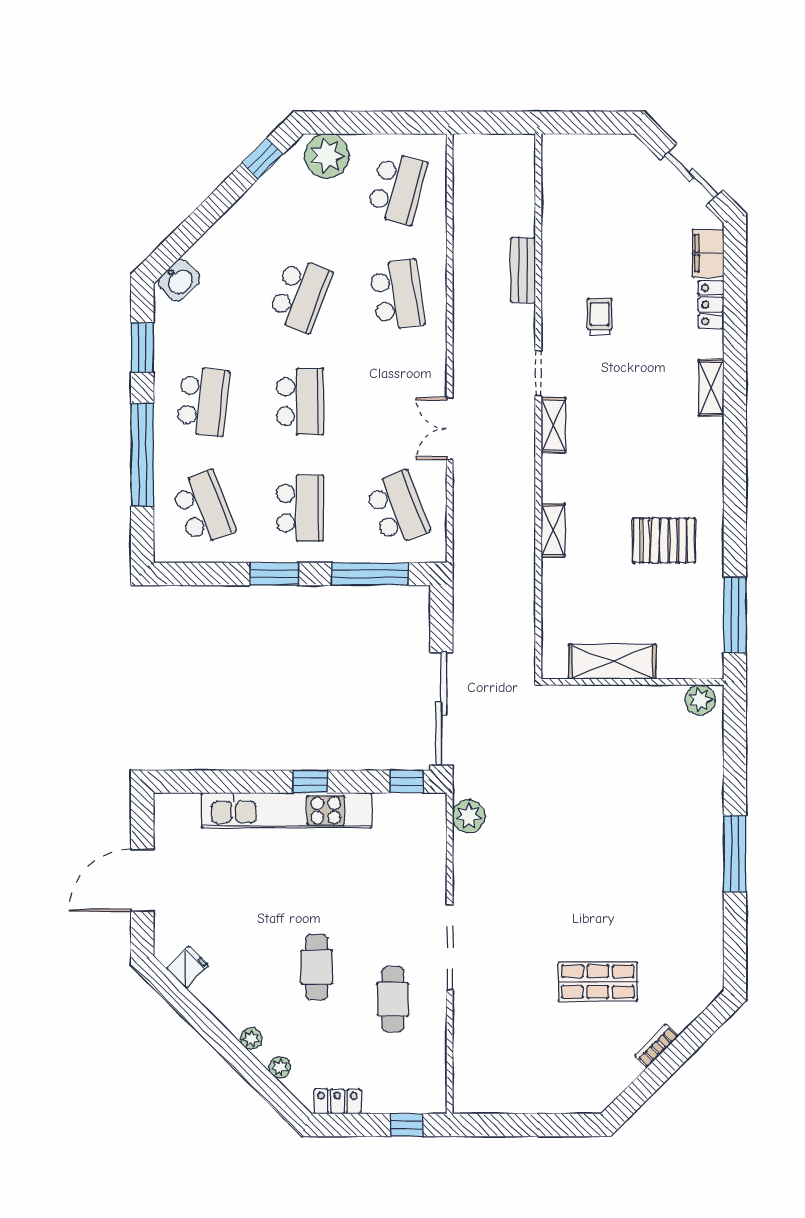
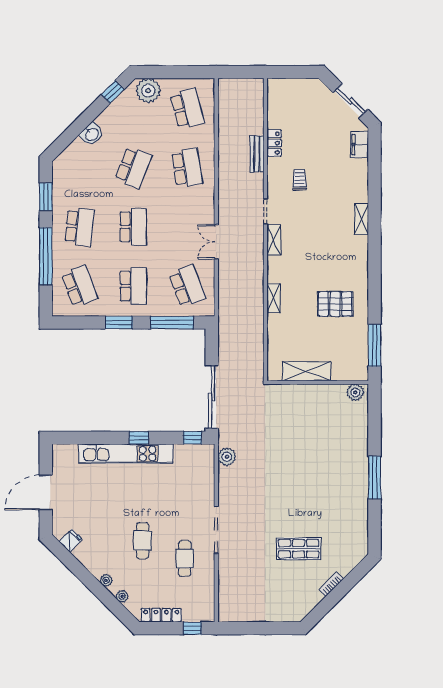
school desk: (397, 188) -> (187, 109), turned -30
washbasin: (179, 280) -> (92, 134), moved
locker: (711, 305) -> (274, 143), moved, turned 180
locker: (337, 1101) -> (161, 615), width x1.53

